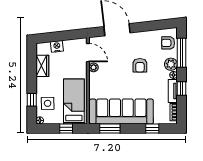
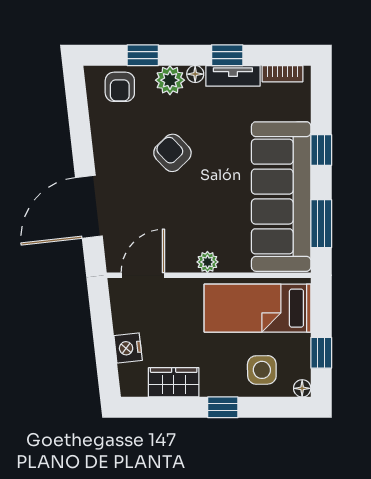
window: (181, 53) -> (143, 55), width x0.46
armchair: (140, 65) -> (172, 153), turned -134
plant: (94, 67) -> (207, 262), moved
window: (32, 100) -> (223, 407), moved
window: (66, 129) -> (321, 353), moved
window: (152, 129) -> (321, 150), moved

